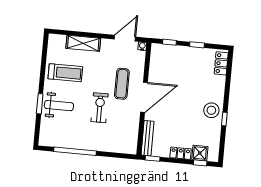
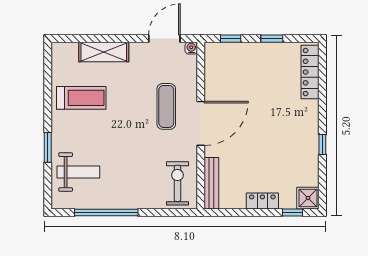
locker: (221, 63) -> (310, 72), width x1.53
weight bench: (59, 106) -> (78, 172), moved
exercise bike: (100, 108) -> (177, 183), moved
stool: (211, 110) -> (302, 133), removed
shower: (200, 153) -> (308, 198), moved
window: (153, 158) -> (222, 213), removed

